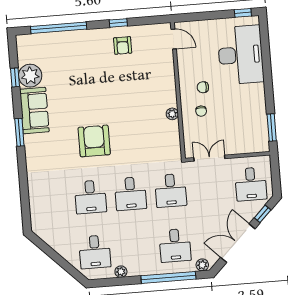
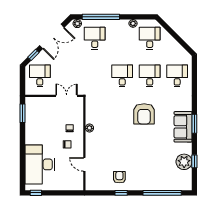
door: (174, 39) -> (84, 164), moved
sofa: (34, 111) -> (183, 127), moved
double door: (209, 158) -> (67, 96), swing flipped
desk: (171, 190) -> (177, 76), moved

